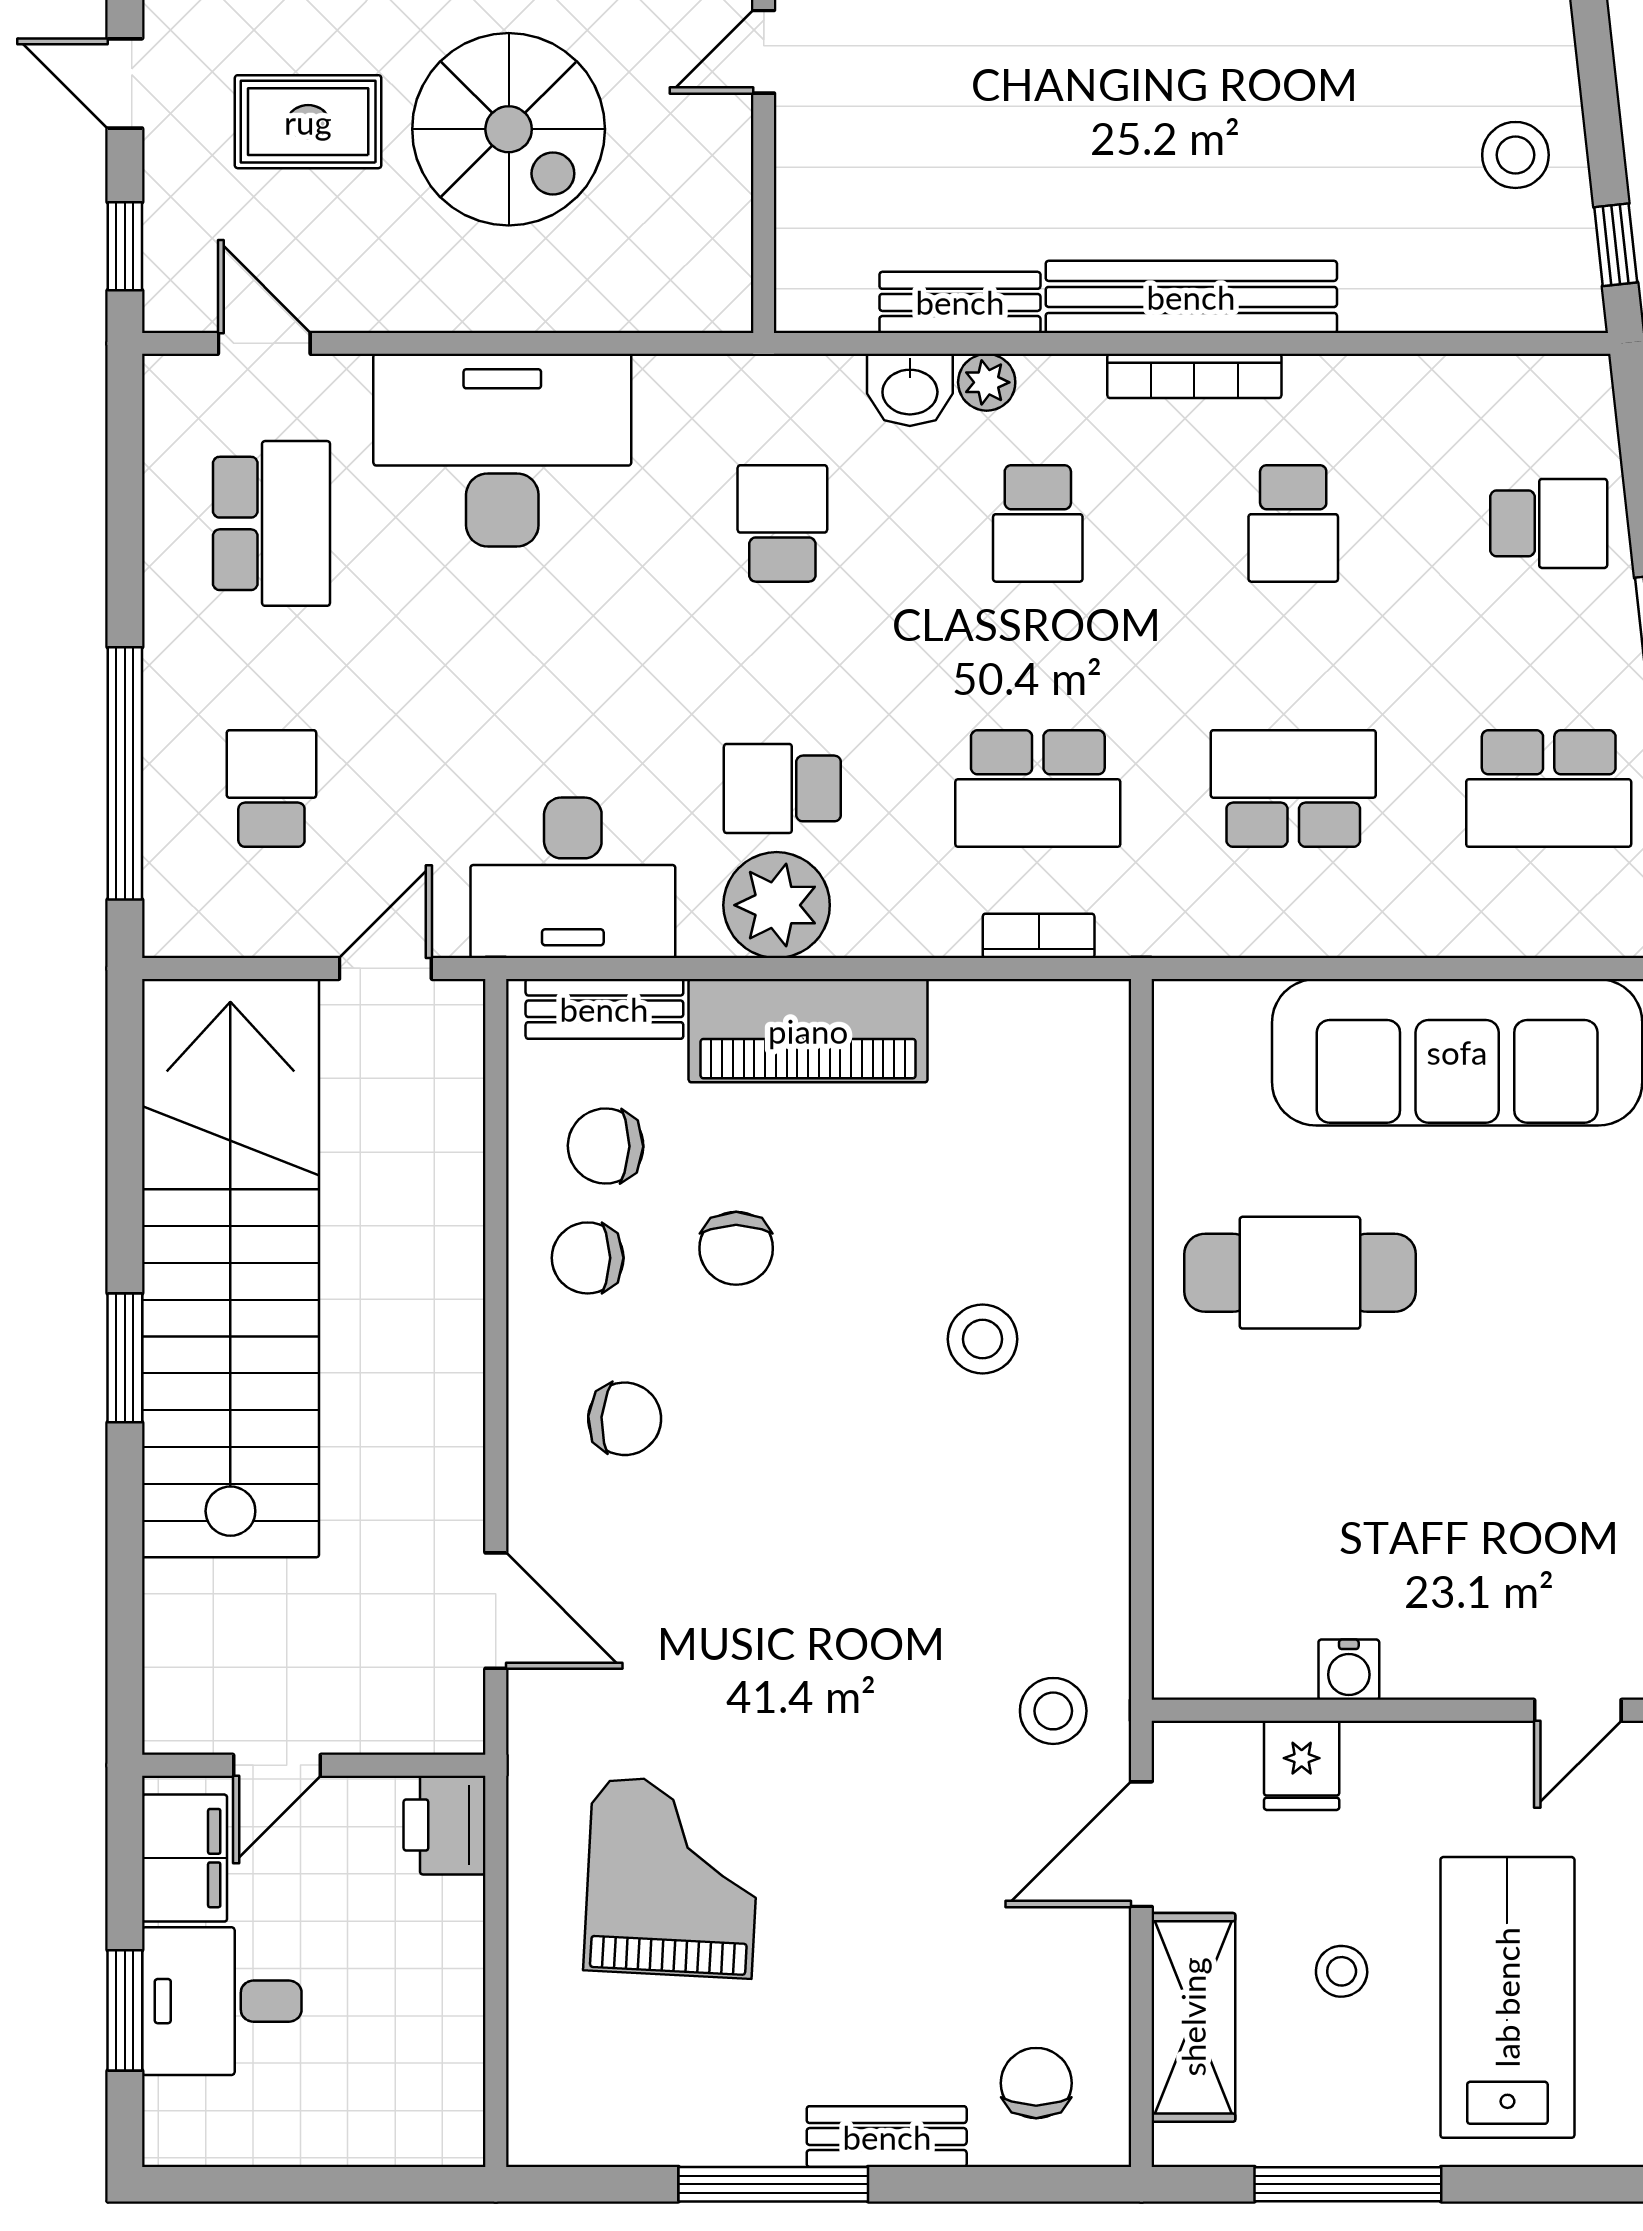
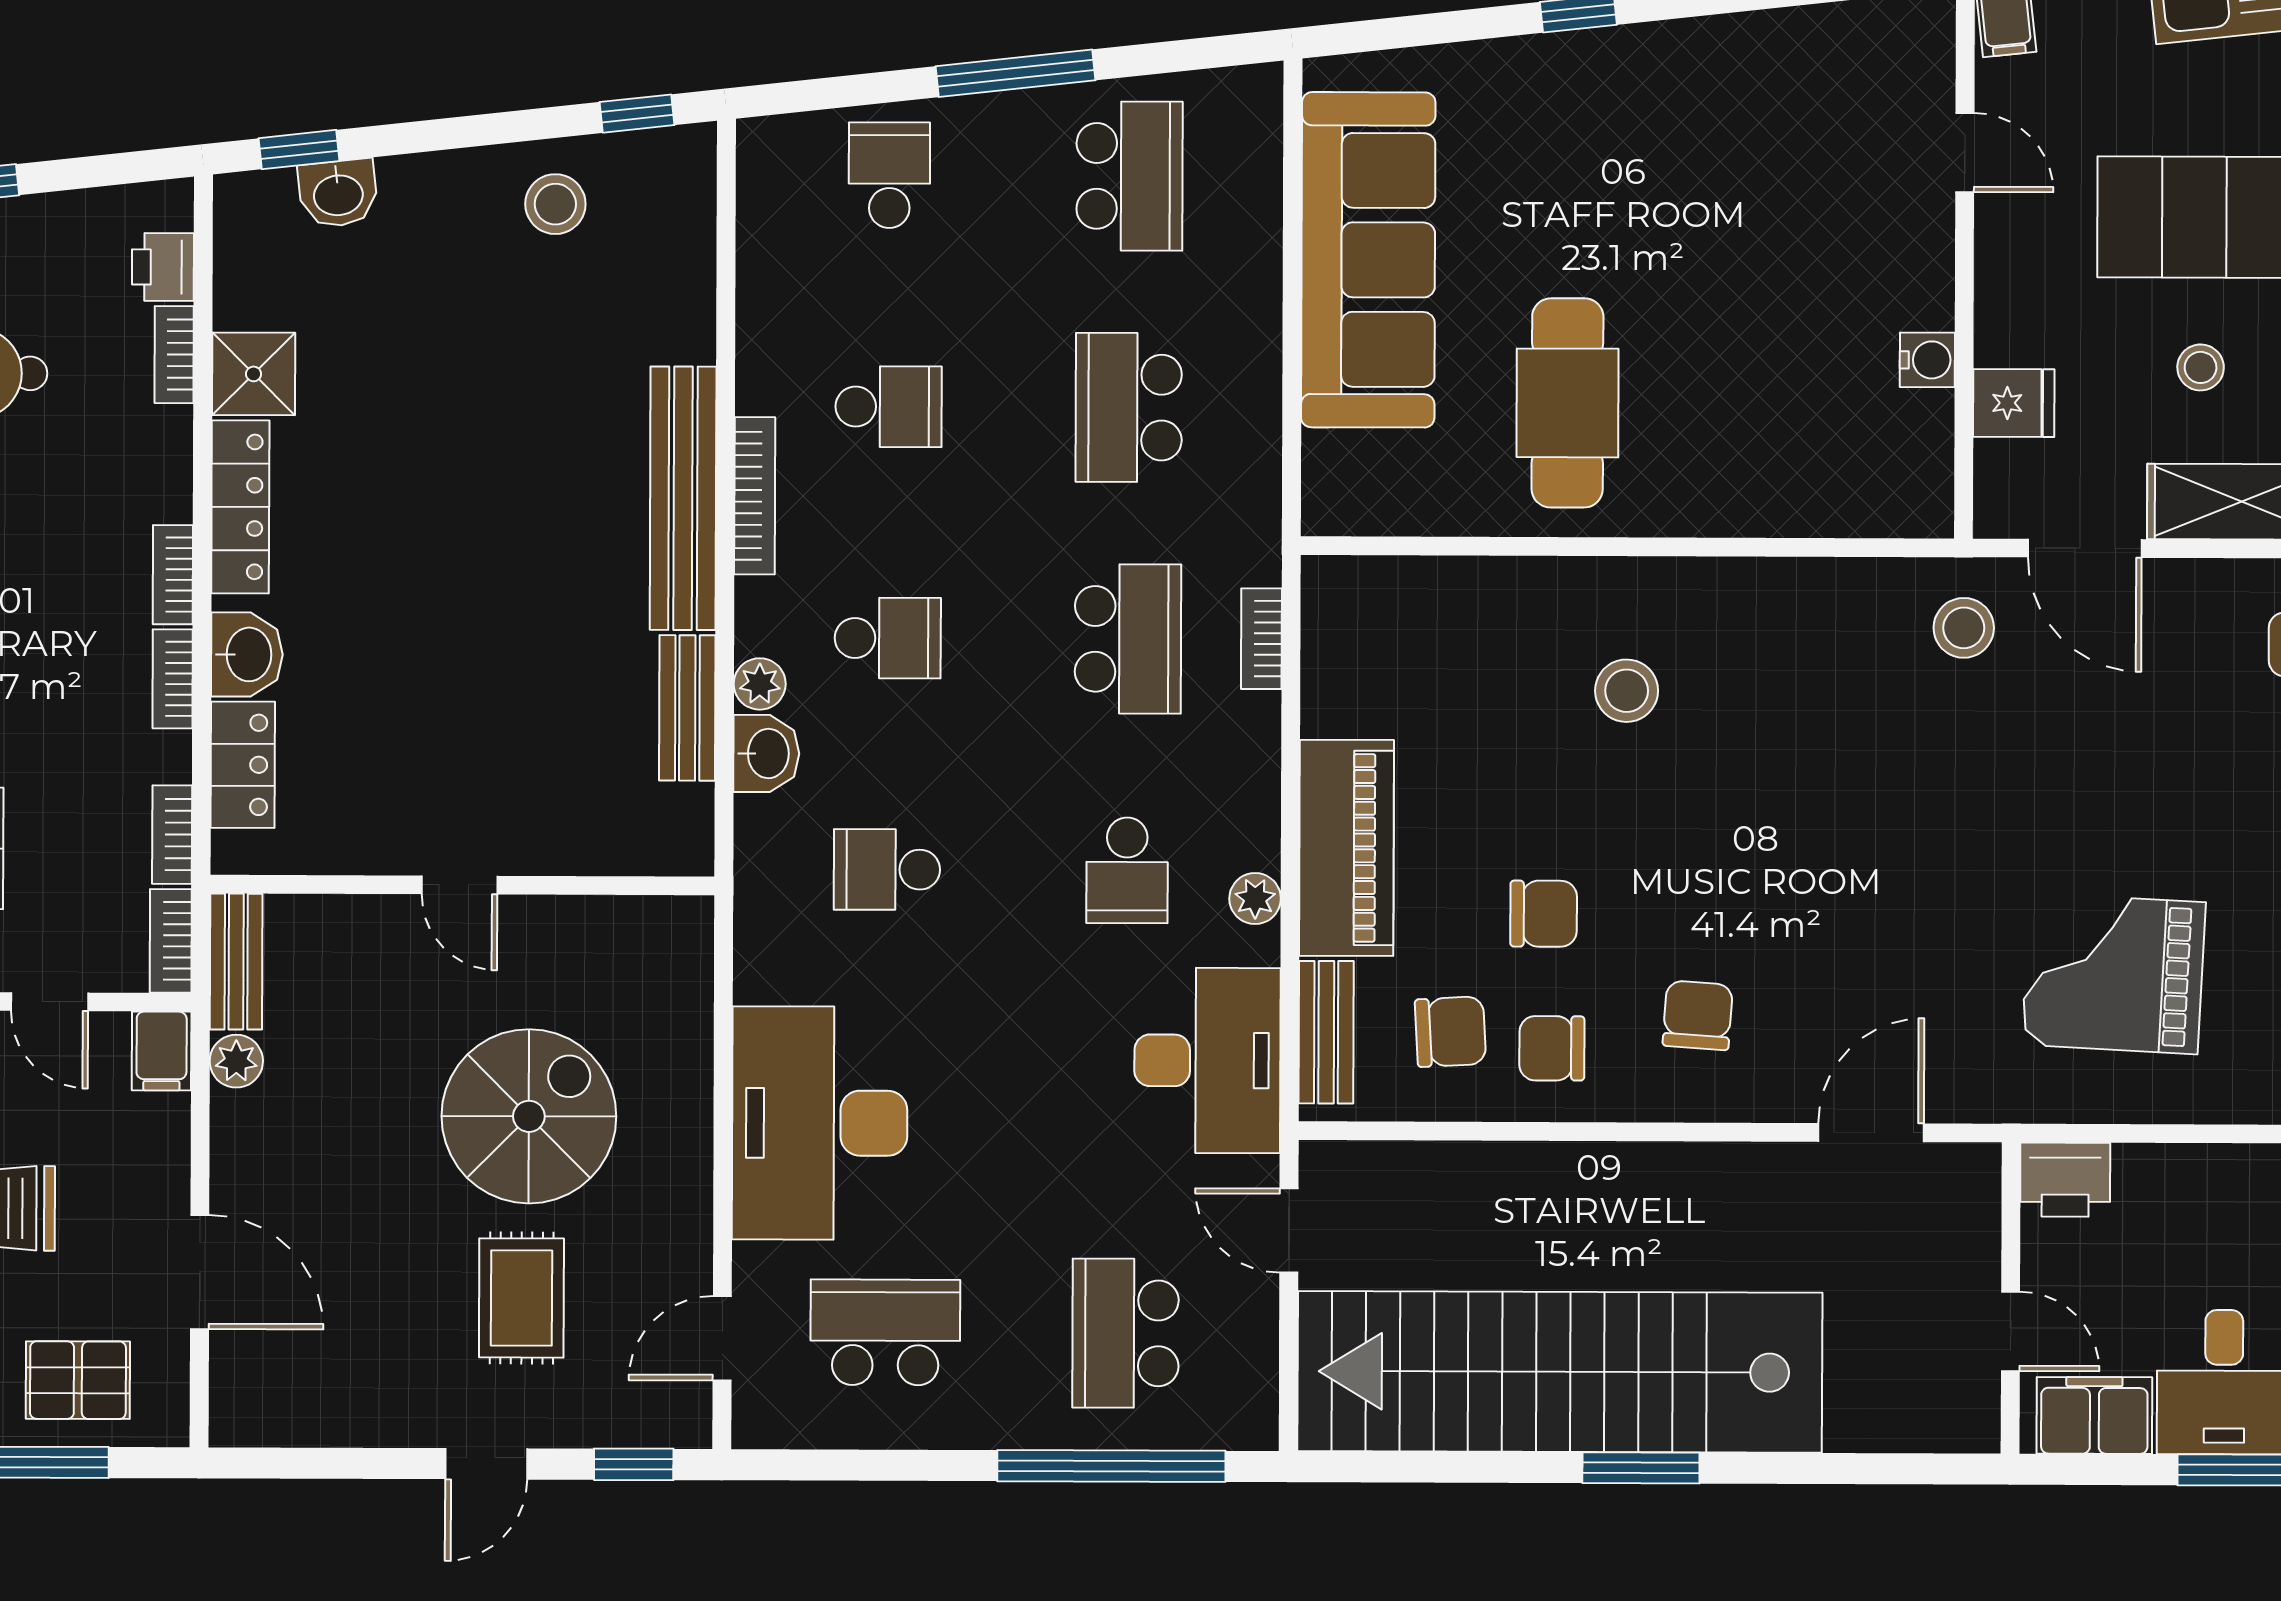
school desk: (271, 788) -> (1125, 1333), width x1.85
plant: (777, 905) -> (1255, 898), width x0.53, depth x0.53
chair: (606, 1146) -> (1450, 1032), turned -94
chair: (588, 1258) -> (1552, 1048), turned 90

